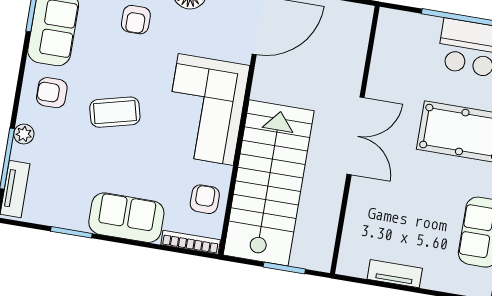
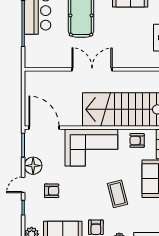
coffee table: (115, 112) -> (118, 194), moved

